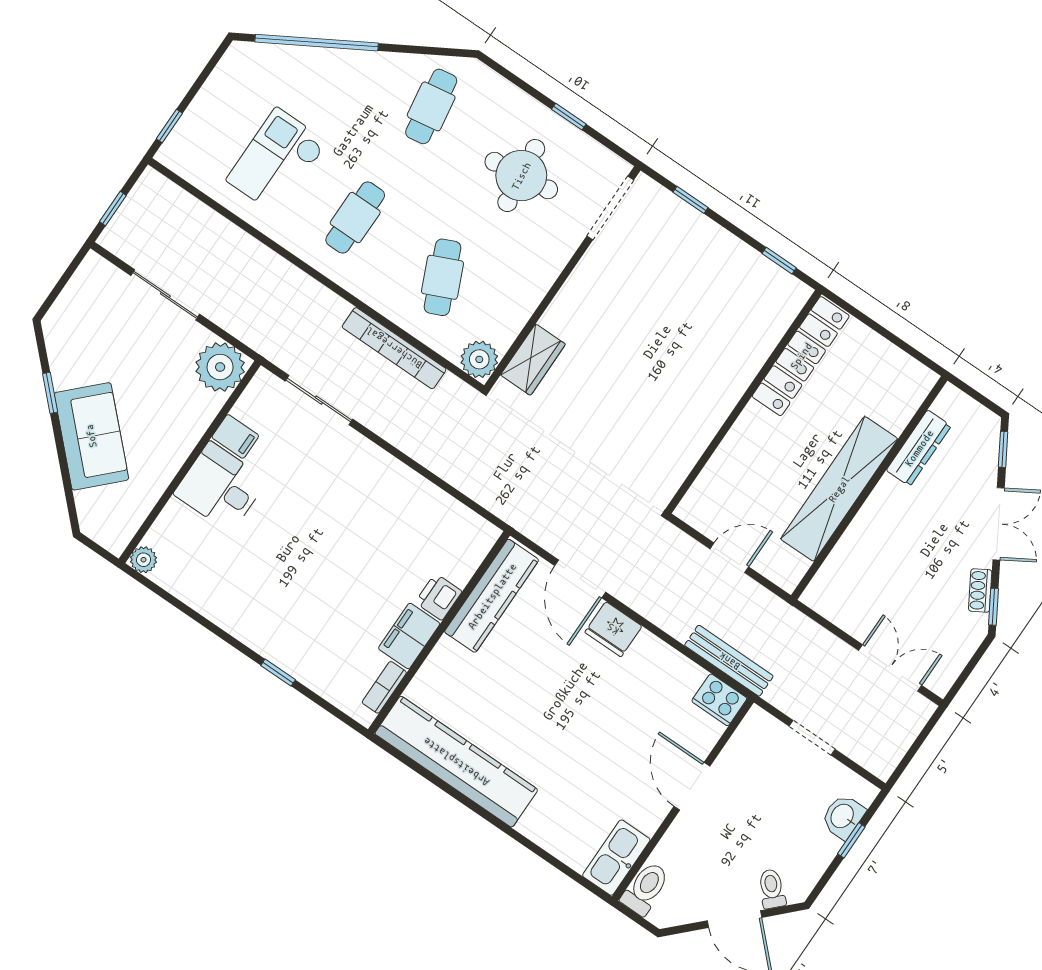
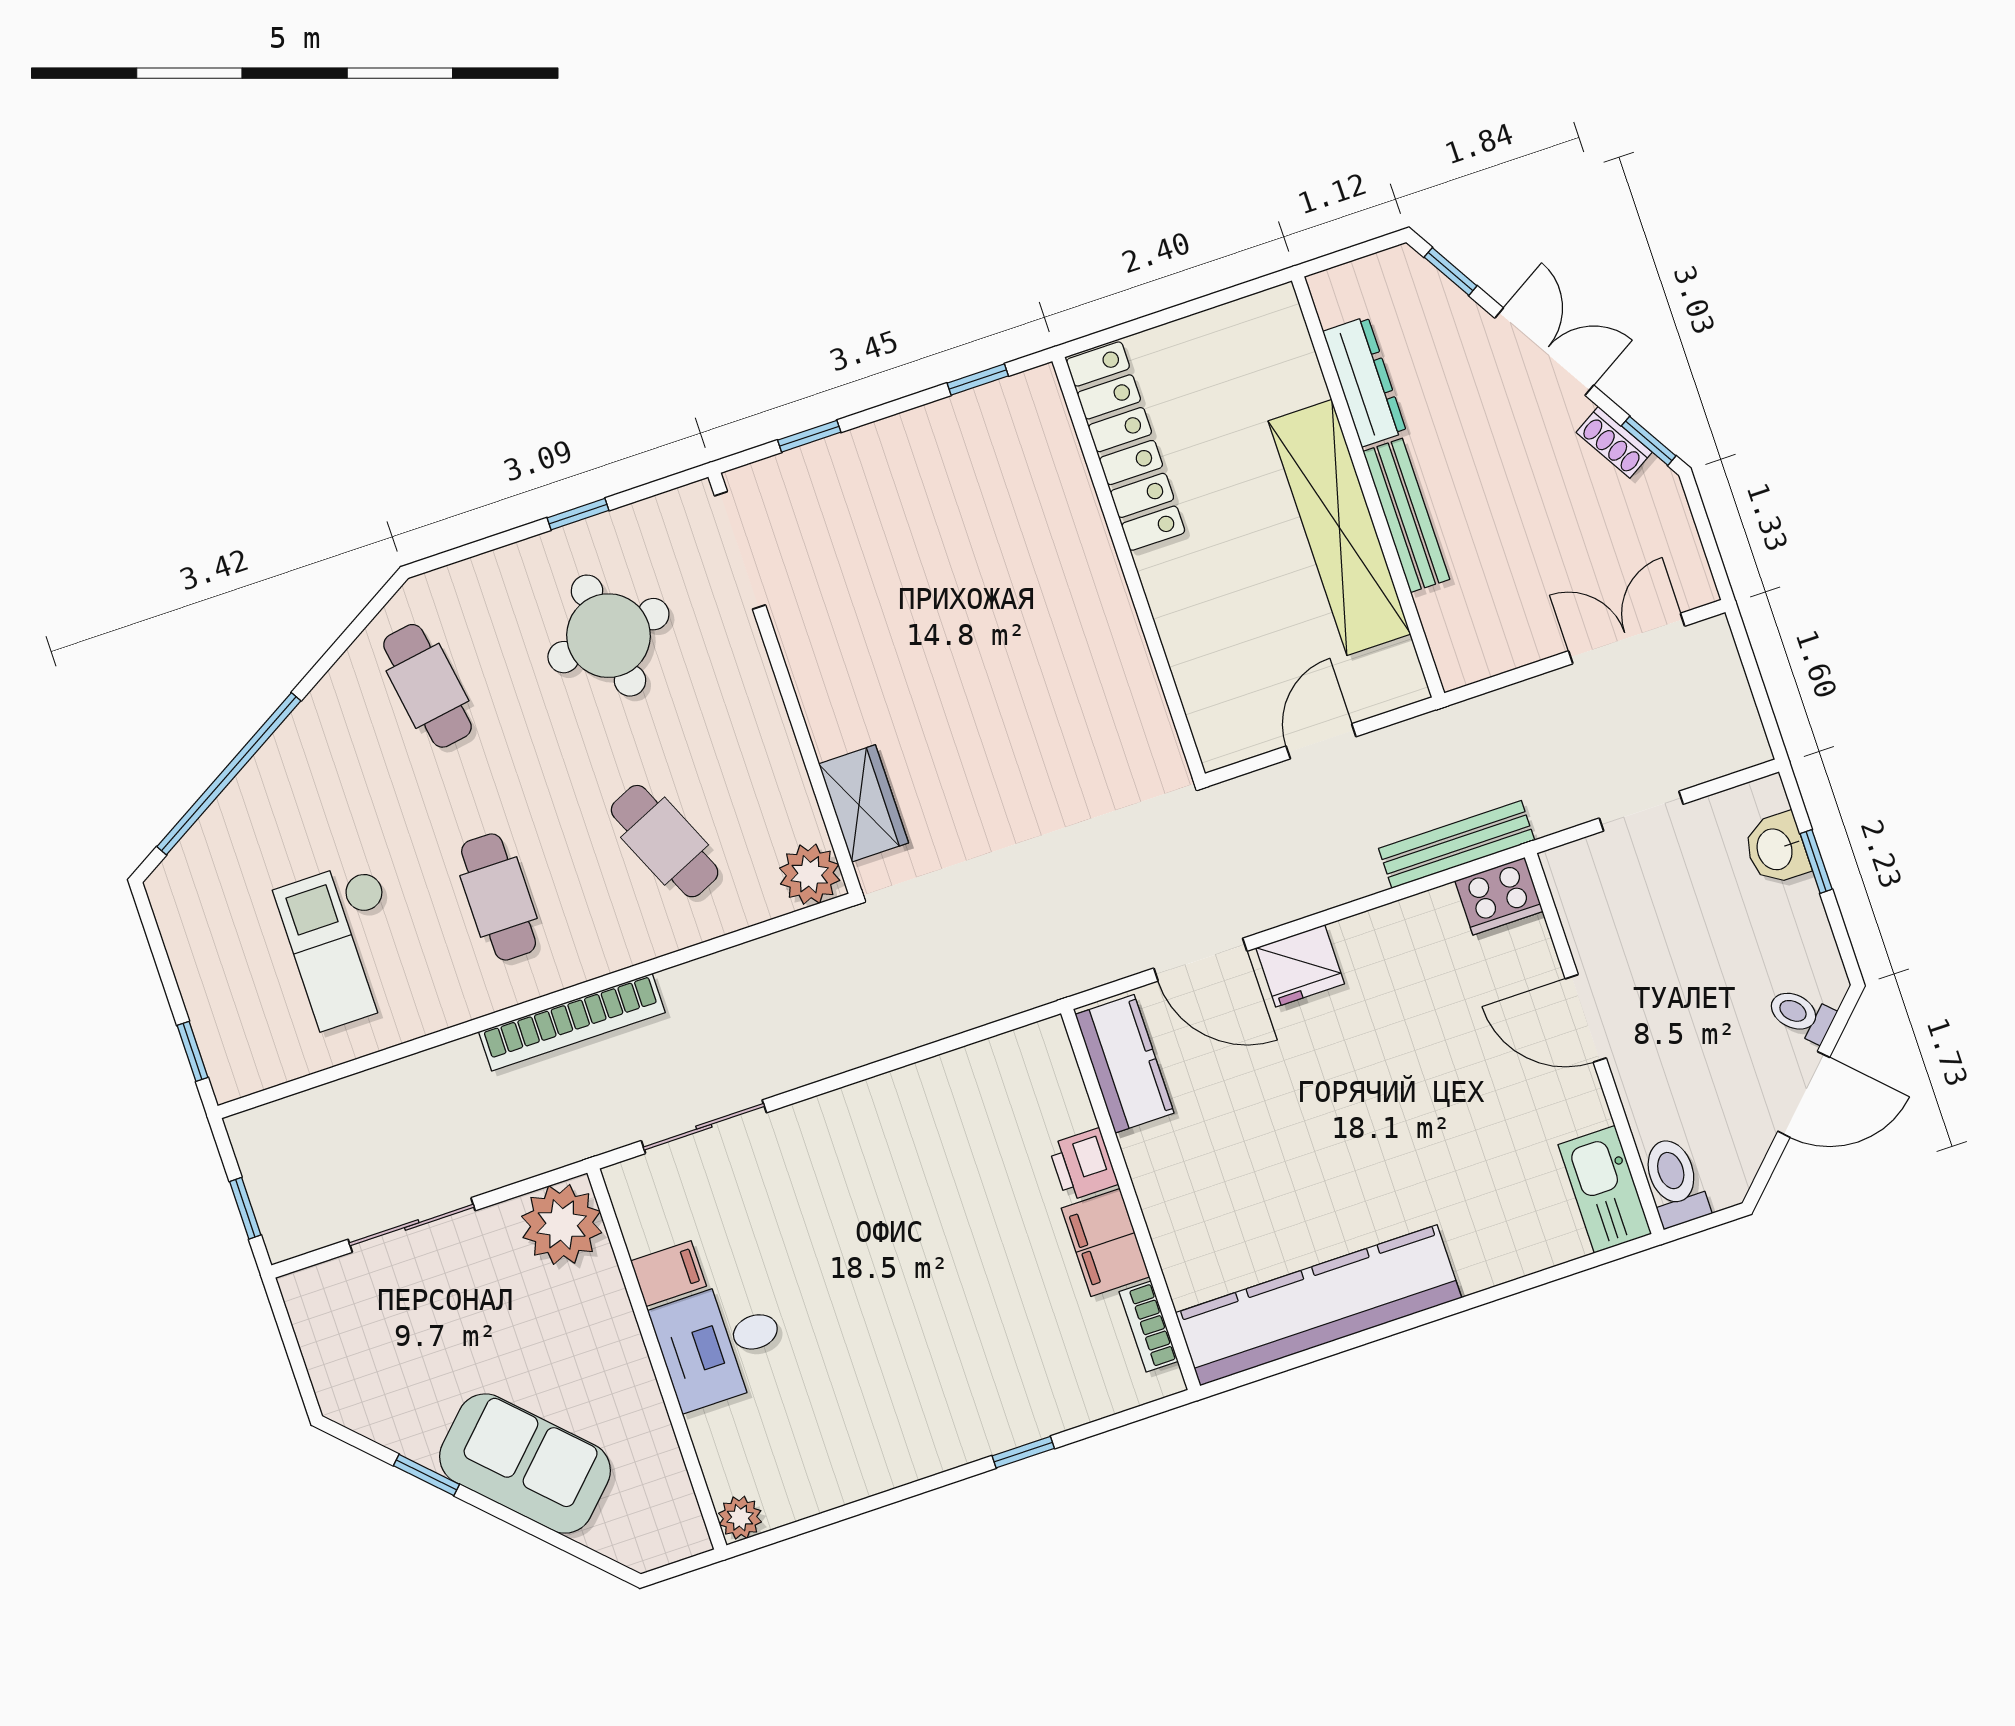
bookcase: (394, 348) -> (572, 1022), moved
bench: (869, 517) -> (1406, 515), added
kitchen counter: (492, 596) -> (1125, 1064), width x0.67

